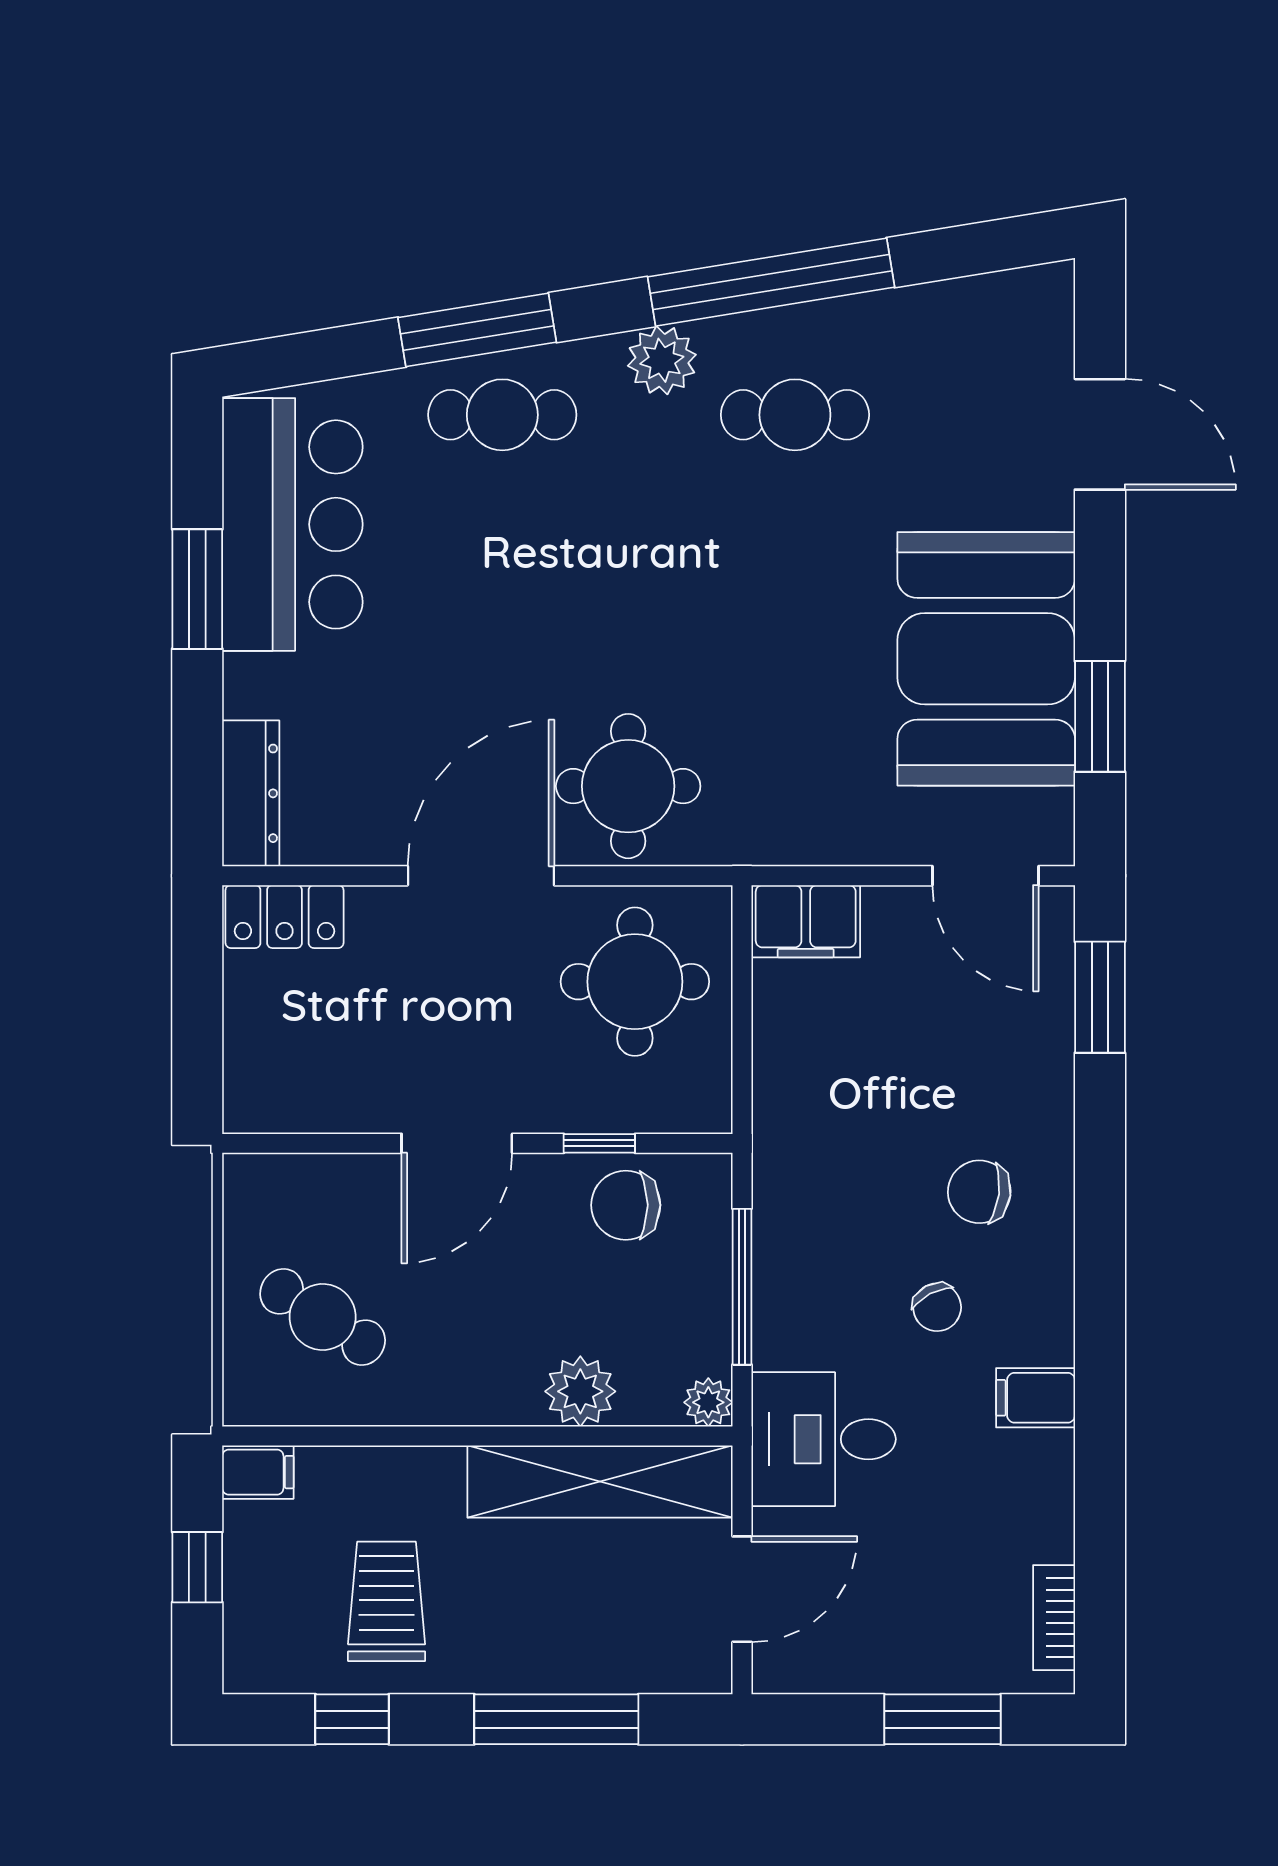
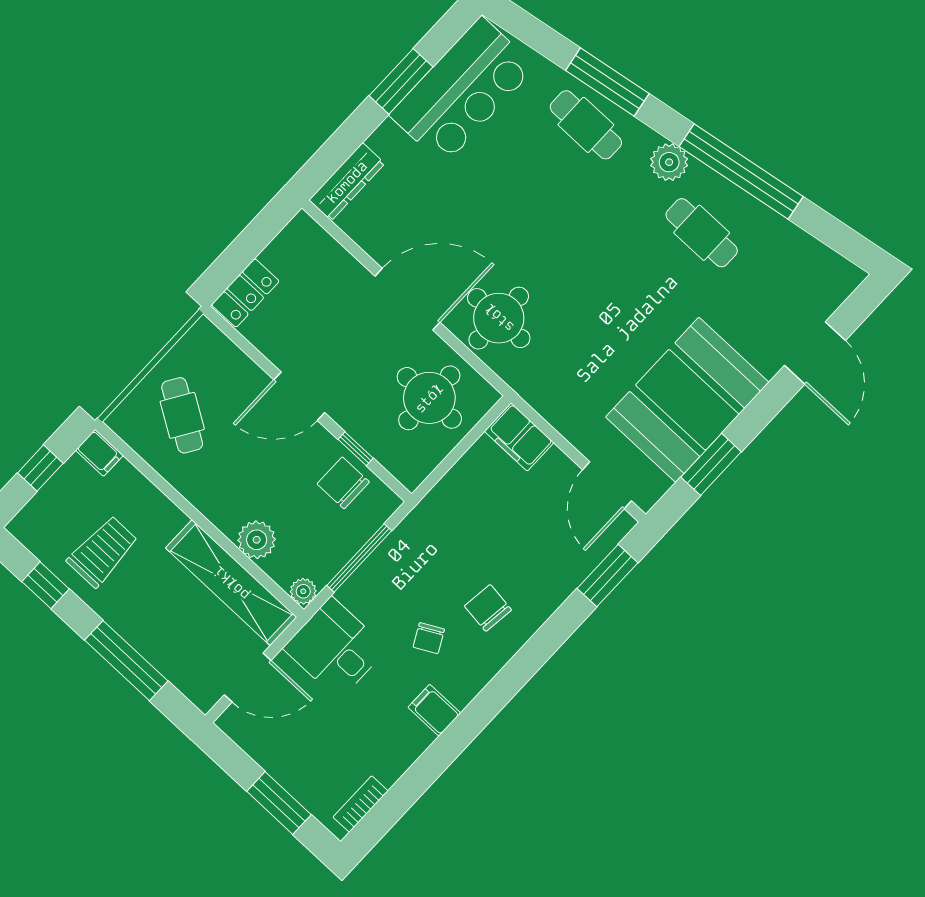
locker: (285, 917) -> (245, 293), moved, turned -90

